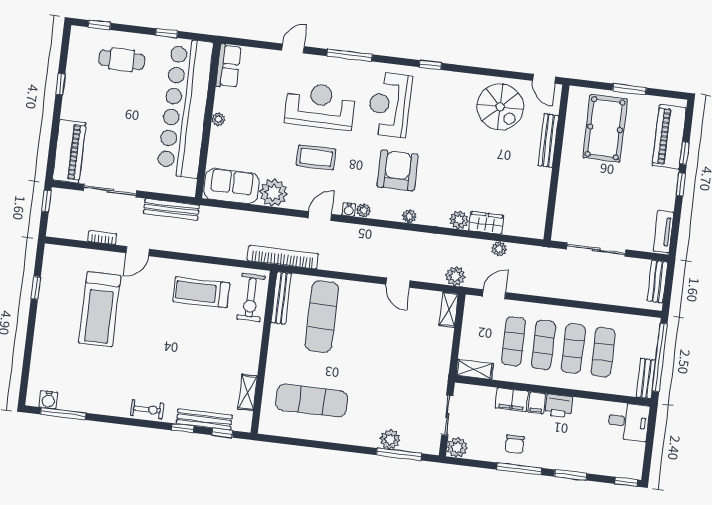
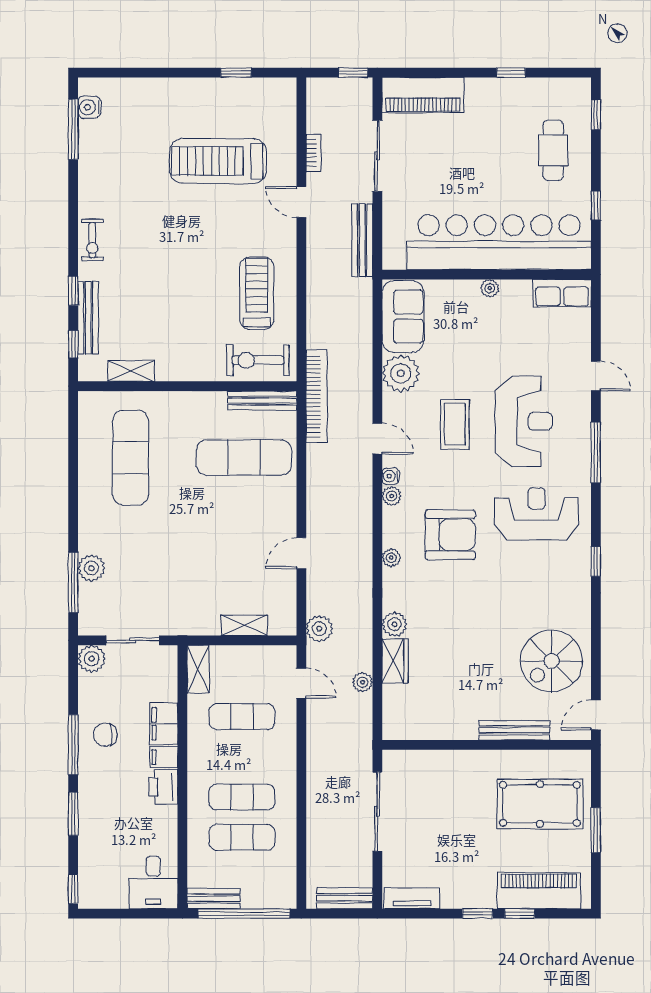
shelving: (449, 310) -> (244, 625), moved
exercise mat: (543, 345) -> (242, 757), removed

